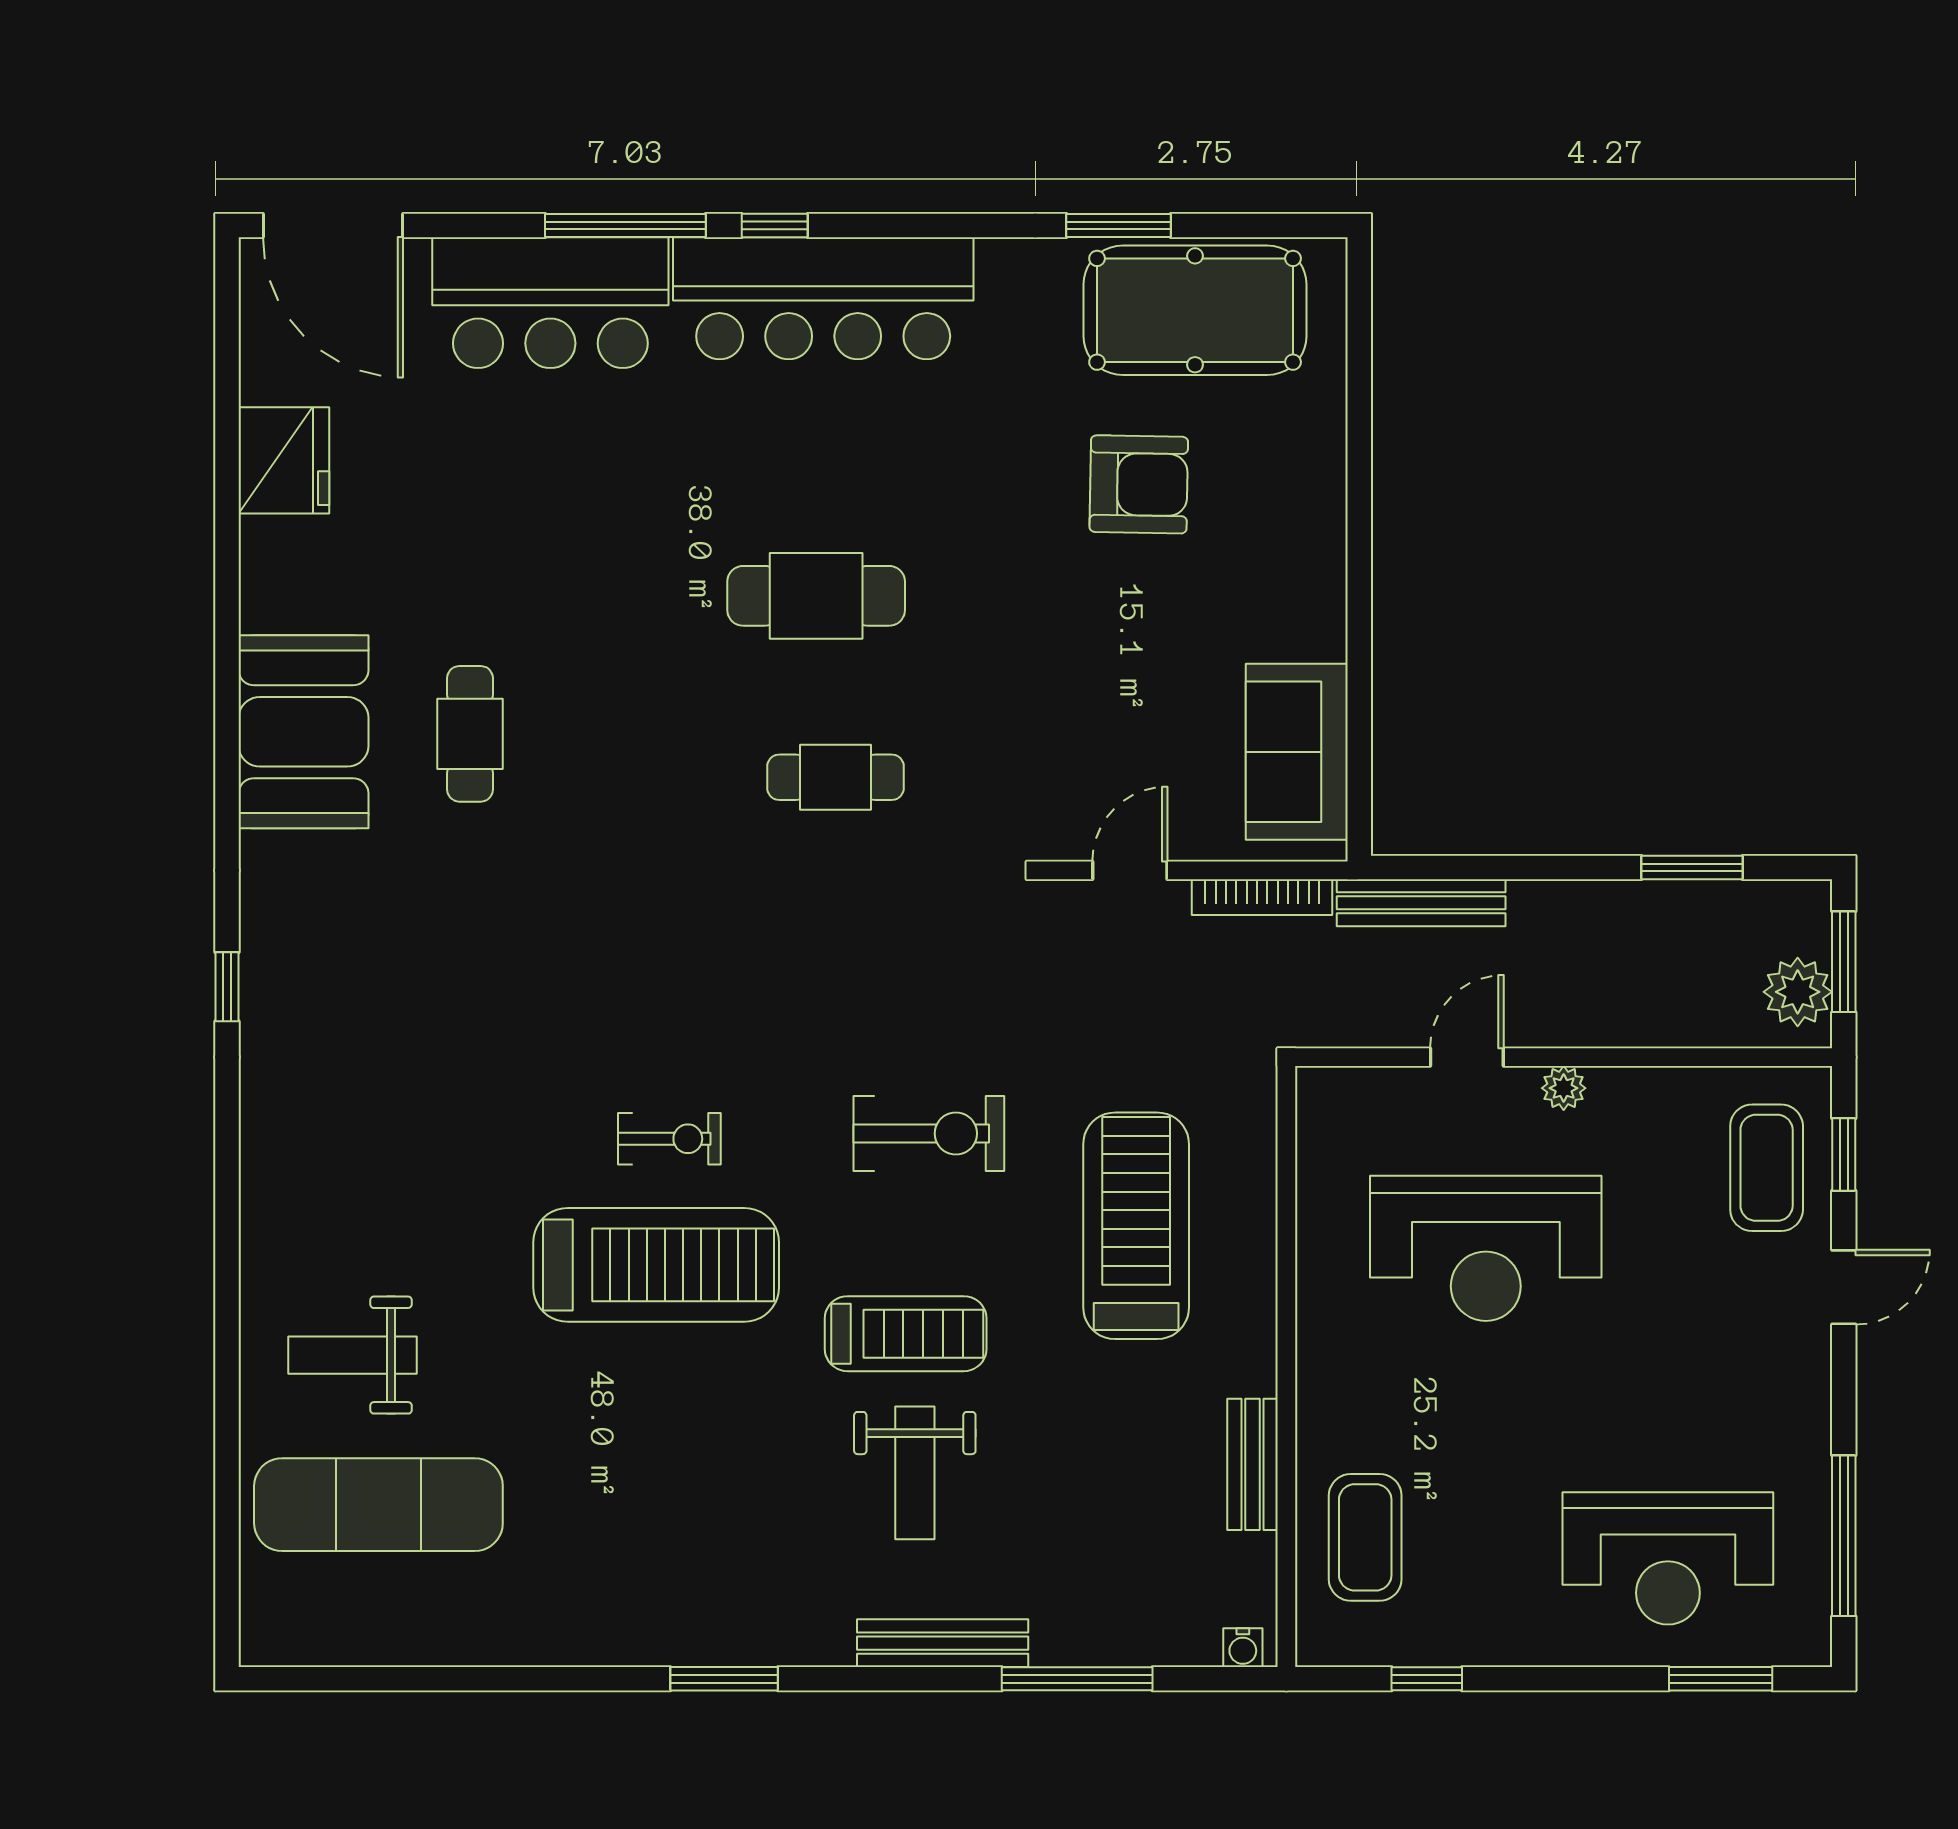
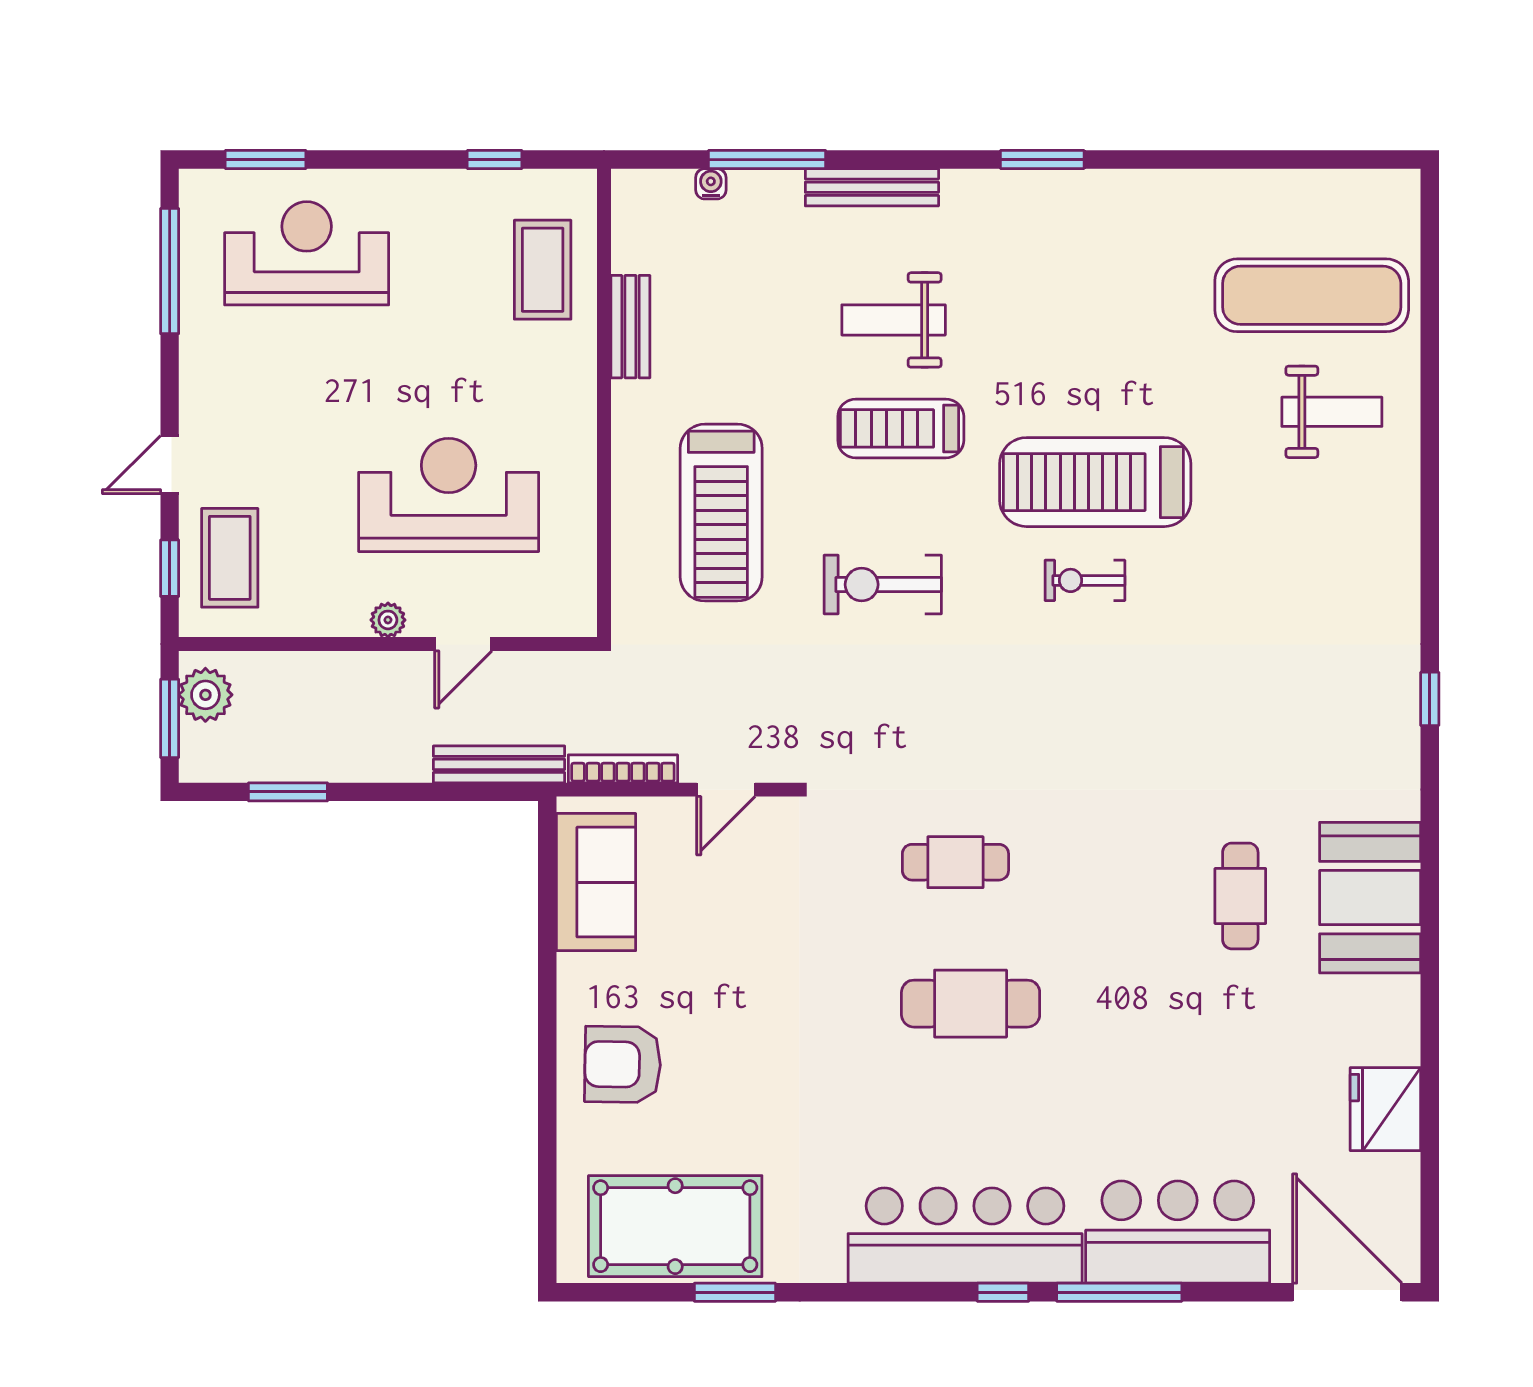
armchair: (1139, 484) -> (623, 1064), moved
weight bench: (915, 1473) -> (894, 320), turned -90
water cooler: (1243, 1648) -> (711, 184), moved

